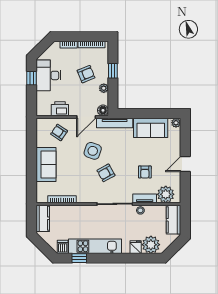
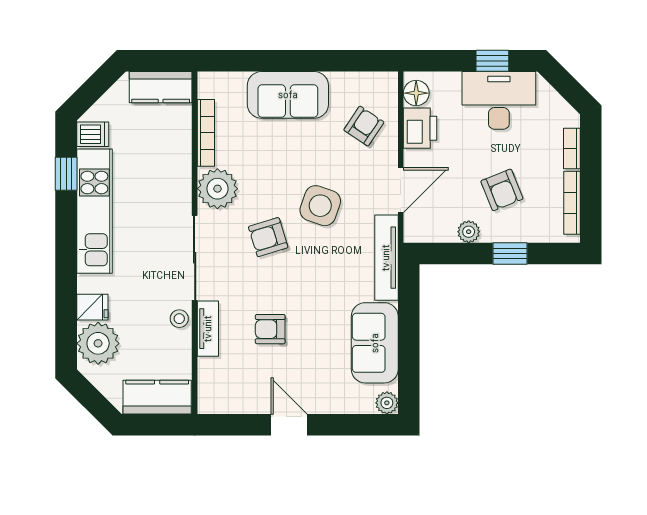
floor lamp: (103, 110) -> (416, 93), moved
door: (86, 117) -> (401, 190), swing flipped
armchair: (106, 173) -> (268, 237), turned -78
plant: (166, 194) -> (217, 189), moved

